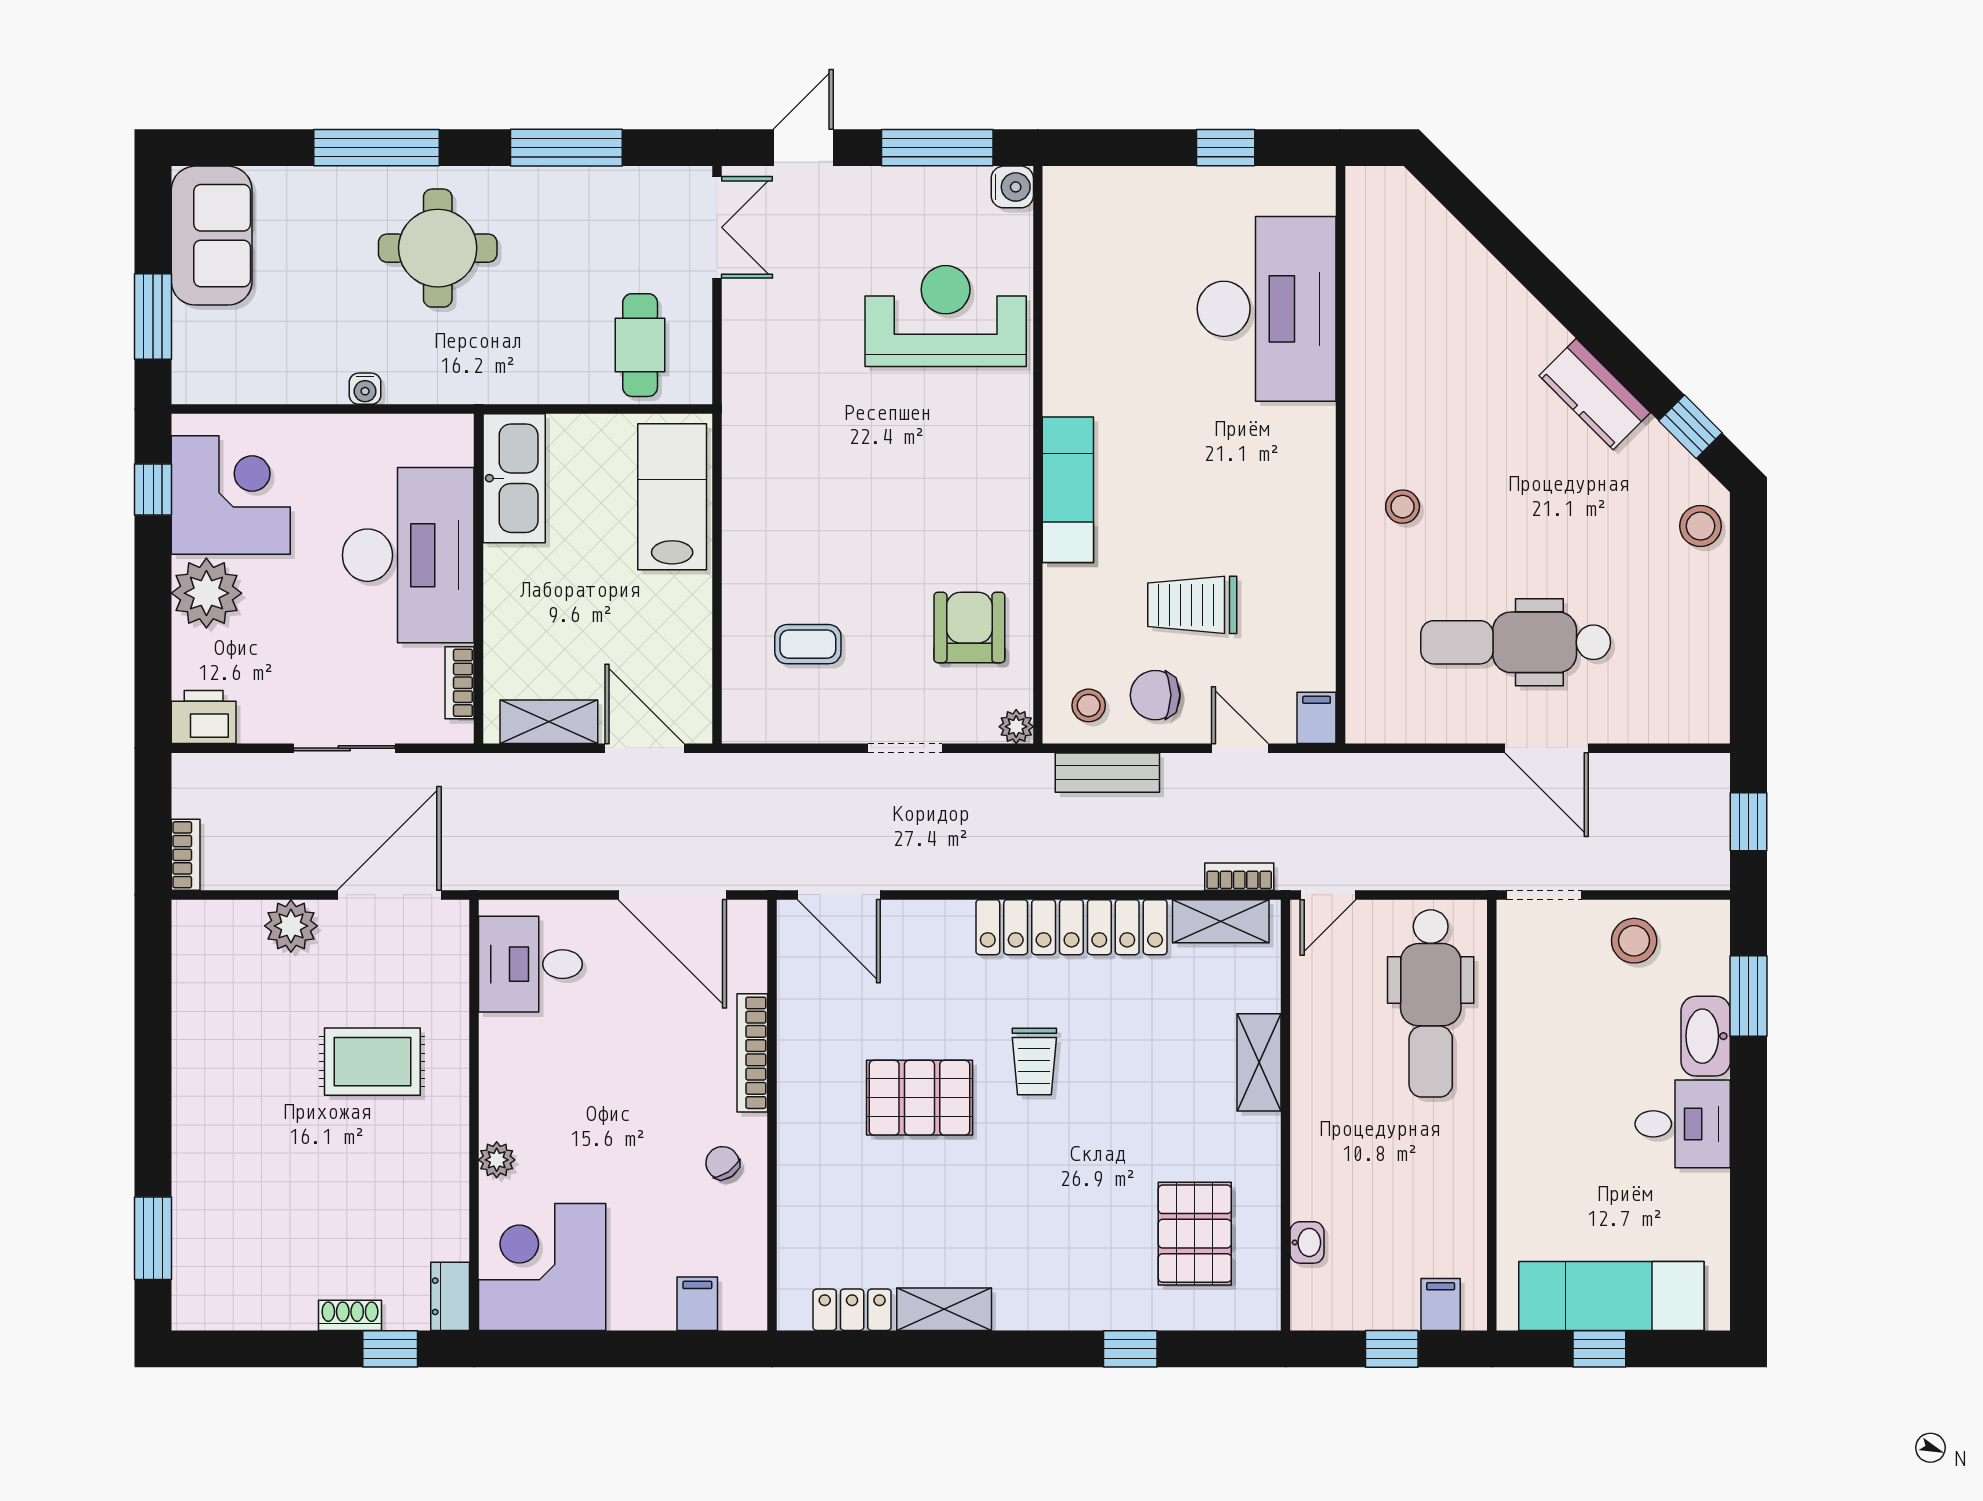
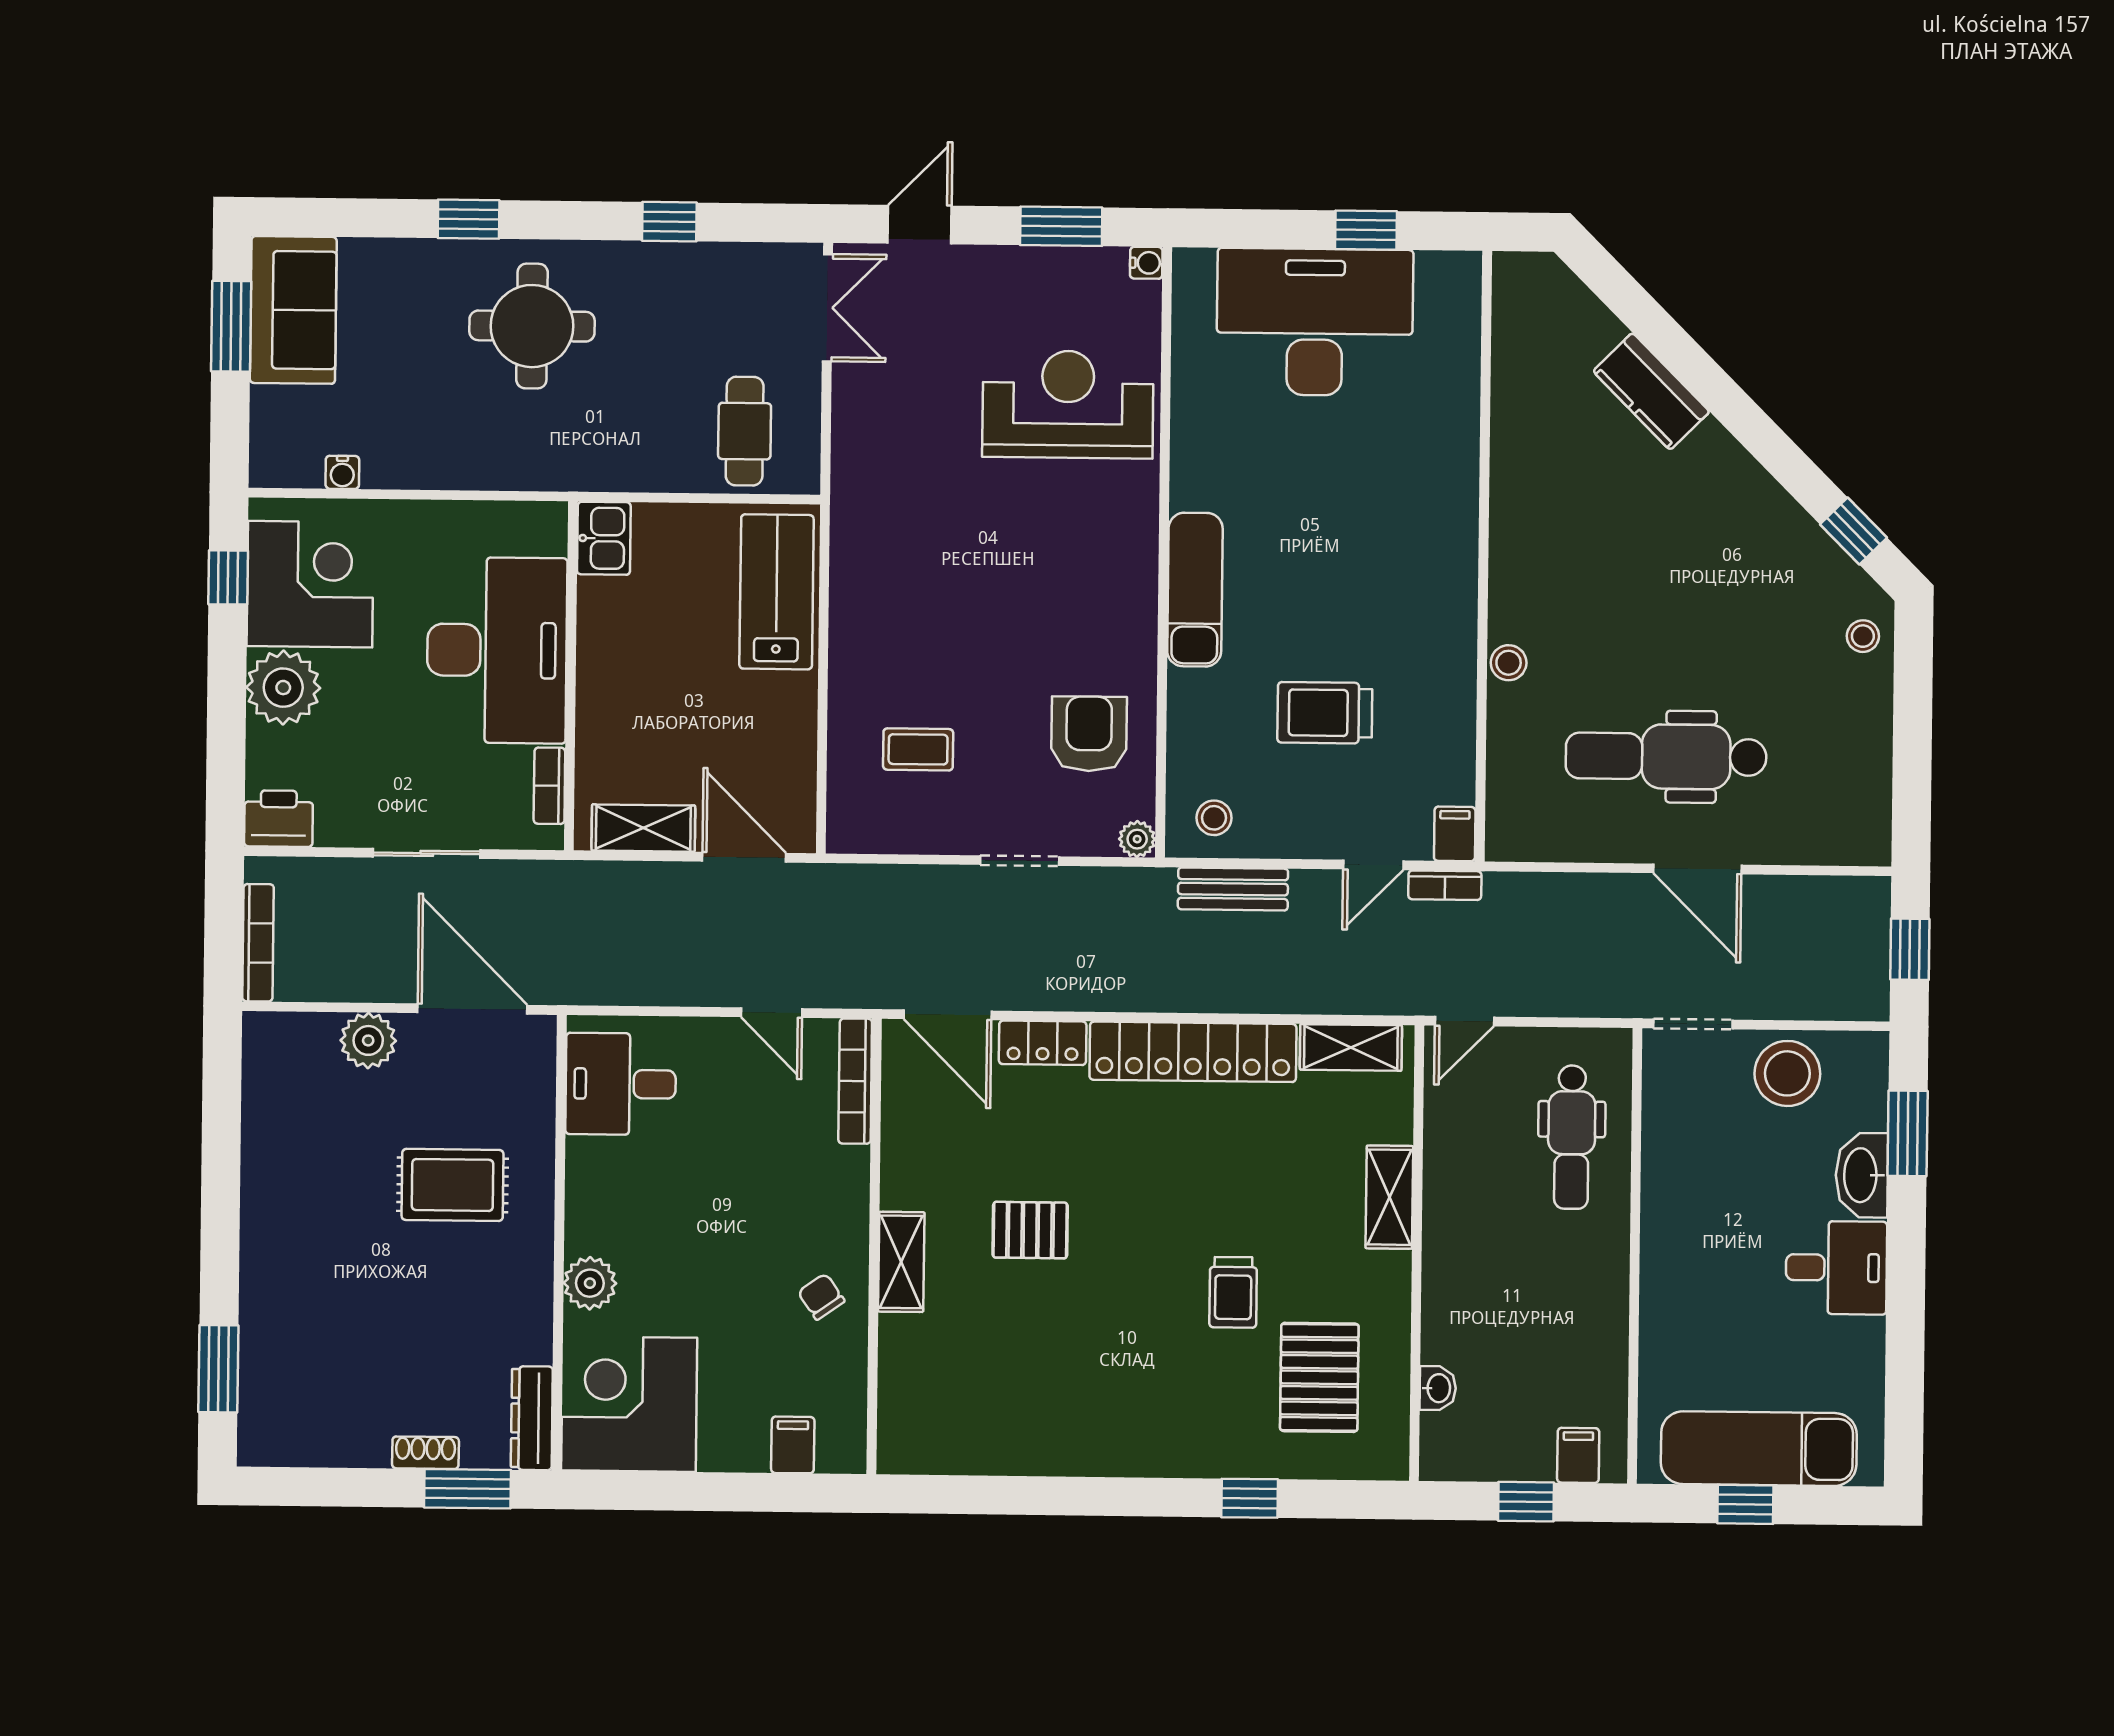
window: (376, 148) -> (469, 219), width x0.46
window: (566, 148) -> (669, 222), width x0.46
window: (937, 148) -> (1061, 226), width x0.69
water cooler: (1012, 187) -> (1146, 263), width x0.72, depth x0.72
desk: (1267, 309) -> (1315, 322), moved, turned -90
window: (153, 317) -> (231, 326), moved
water cooler: (365, 389) -> (342, 472), moved
kitchen counter: (1595, 394) -> (1651, 391), moved
kitchen sink: (514, 478) -> (604, 538), width x0.53, depth x0.81
stool: (1403, 507) -> (1509, 663), moved
stool: (1700, 526) -> (1863, 636), width x0.73, depth x0.73
chair: (1155, 695) -> (1284, 808), removed
door: (1240, 748) -> (1373, 865), swing flipped
bookcase: (186, 855) -> (258, 943), width x1.56
bookcase: (1239, 877) -> (1445, 885), moved, turned 180
door: (389, 895) -> (472, 1009), hinge flipped
door: (672, 895) -> (772, 1013), width x0.53
stool: (1634, 941) -> (1787, 1073), width x1.38, depth x1.38
dental chair: (1431, 1003) -> (1572, 1137), width x0.73, depth x0.72
bookcase: (752, 1053) -> (855, 1081), moved
trolley: (1034, 1061) -> (1233, 1292), moved
pallet: (919, 1098) -> (1030, 1230), width x0.67, depth x0.71
plant: (497, 1160) -> (590, 1283), width x1.38, depth x1.38
dresser: (450, 1296) -> (532, 1418), width x1.44
shelving: (944, 1309) -> (901, 1262), moved, turned 90
locker: (852, 1310) -> (1043, 1043), moved, turned 180
window: (390, 1349) -> (468, 1489), width x1.50

